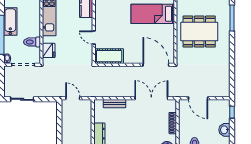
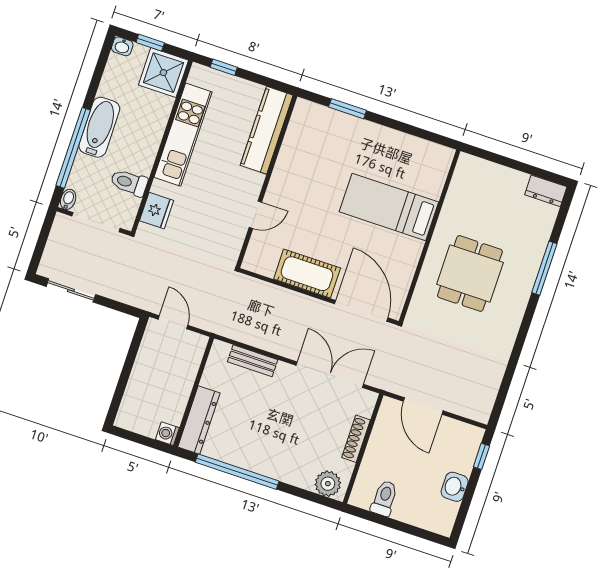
dining table: (199, 32) -> (470, 273), width x0.73
door: (94, 37) -> (255, 215), swing flipped
cot: (109, 56) -> (307, 274), moved

